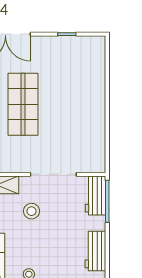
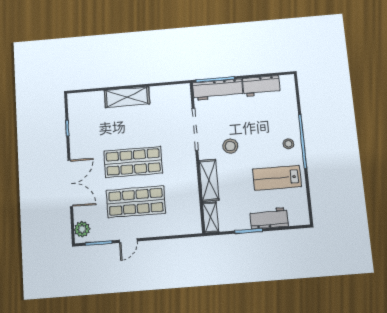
shelving: (96, 102) -> (127, 97), added
workbench: (95, 196) -> (218, 90), width x1.38

